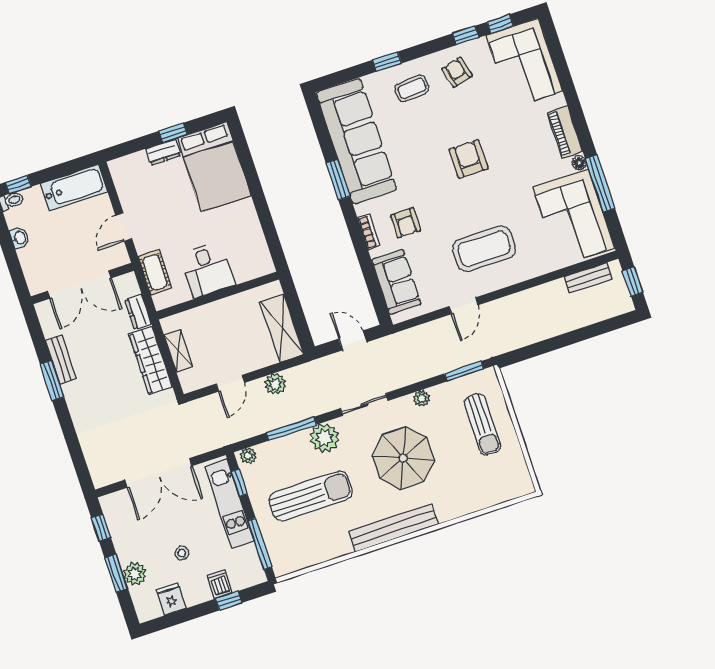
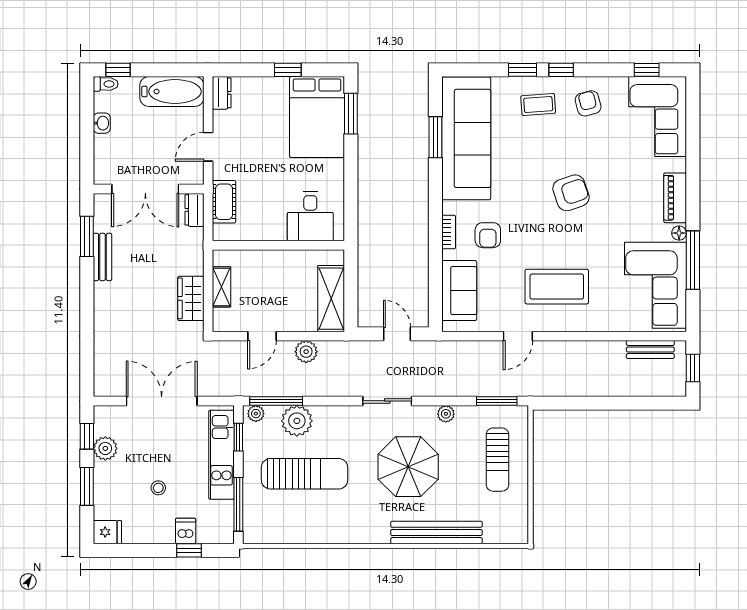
window: (466, 36) -> (561, 70), moved
dresser: (163, 152) -> (222, 93), moved, turned -90
window: (244, 154) -> (351, 114), added
armchair: (469, 159) -> (571, 193), turned 71
window: (338, 180) -> (435, 137), moved
desk: (207, 270) -> (310, 216), moved
dresser: (138, 312) -> (194, 210), moved
wardrobe: (151, 360) -> (191, 298), width x0.67
window: (52, 381) -> (87, 236), moved
window: (291, 429) -> (276, 401), moved
plant: (325, 438) -> (297, 421), moved
double door: (158, 473) -> (162, 401), swing flipped
bench: (394, 528) -> (436, 532), moved
plant: (135, 574) -> (105, 448), moved
fridge: (171, 599) -> (107, 532), moved, turned 90

